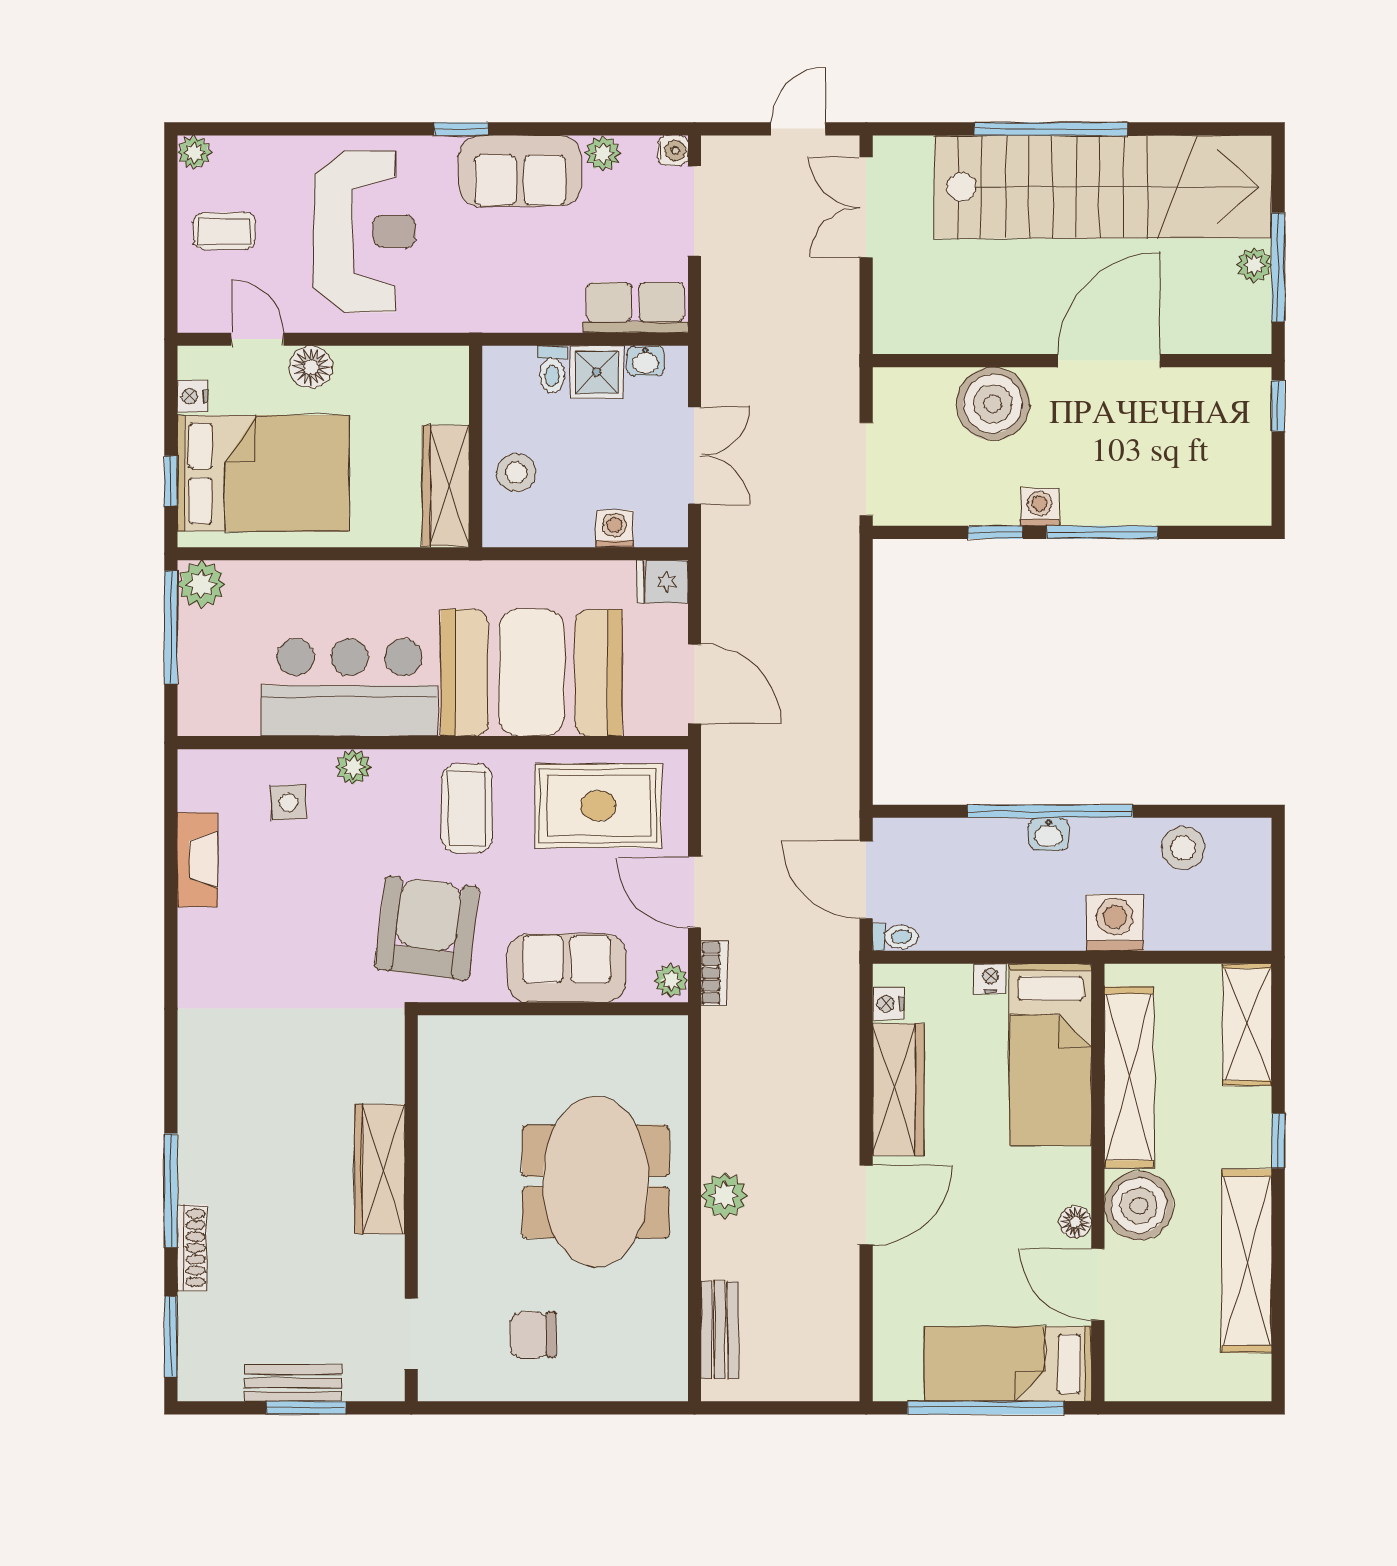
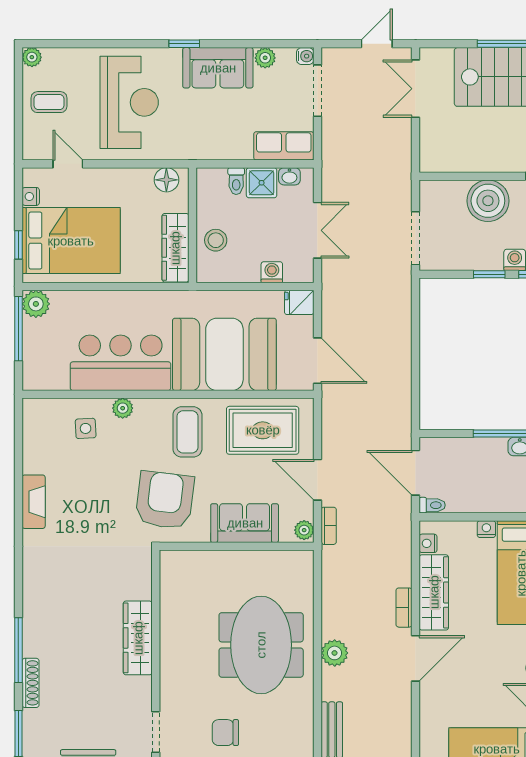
floor lamp: (311, 367) -> (166, 180), moved
fireplace: (197, 860) -> (34, 502), moved
bookcase: (846, 1116) -> (404, 608), added

